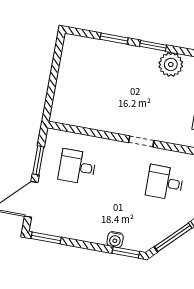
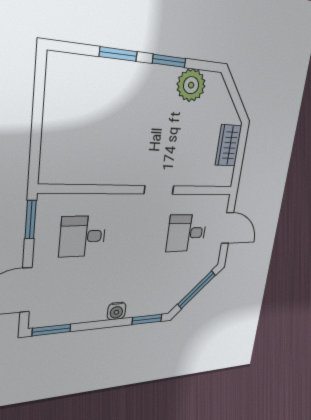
window: (38, 160) -> (31, 220), moved
water cooler: (115, 240) -> (117, 311), moved

